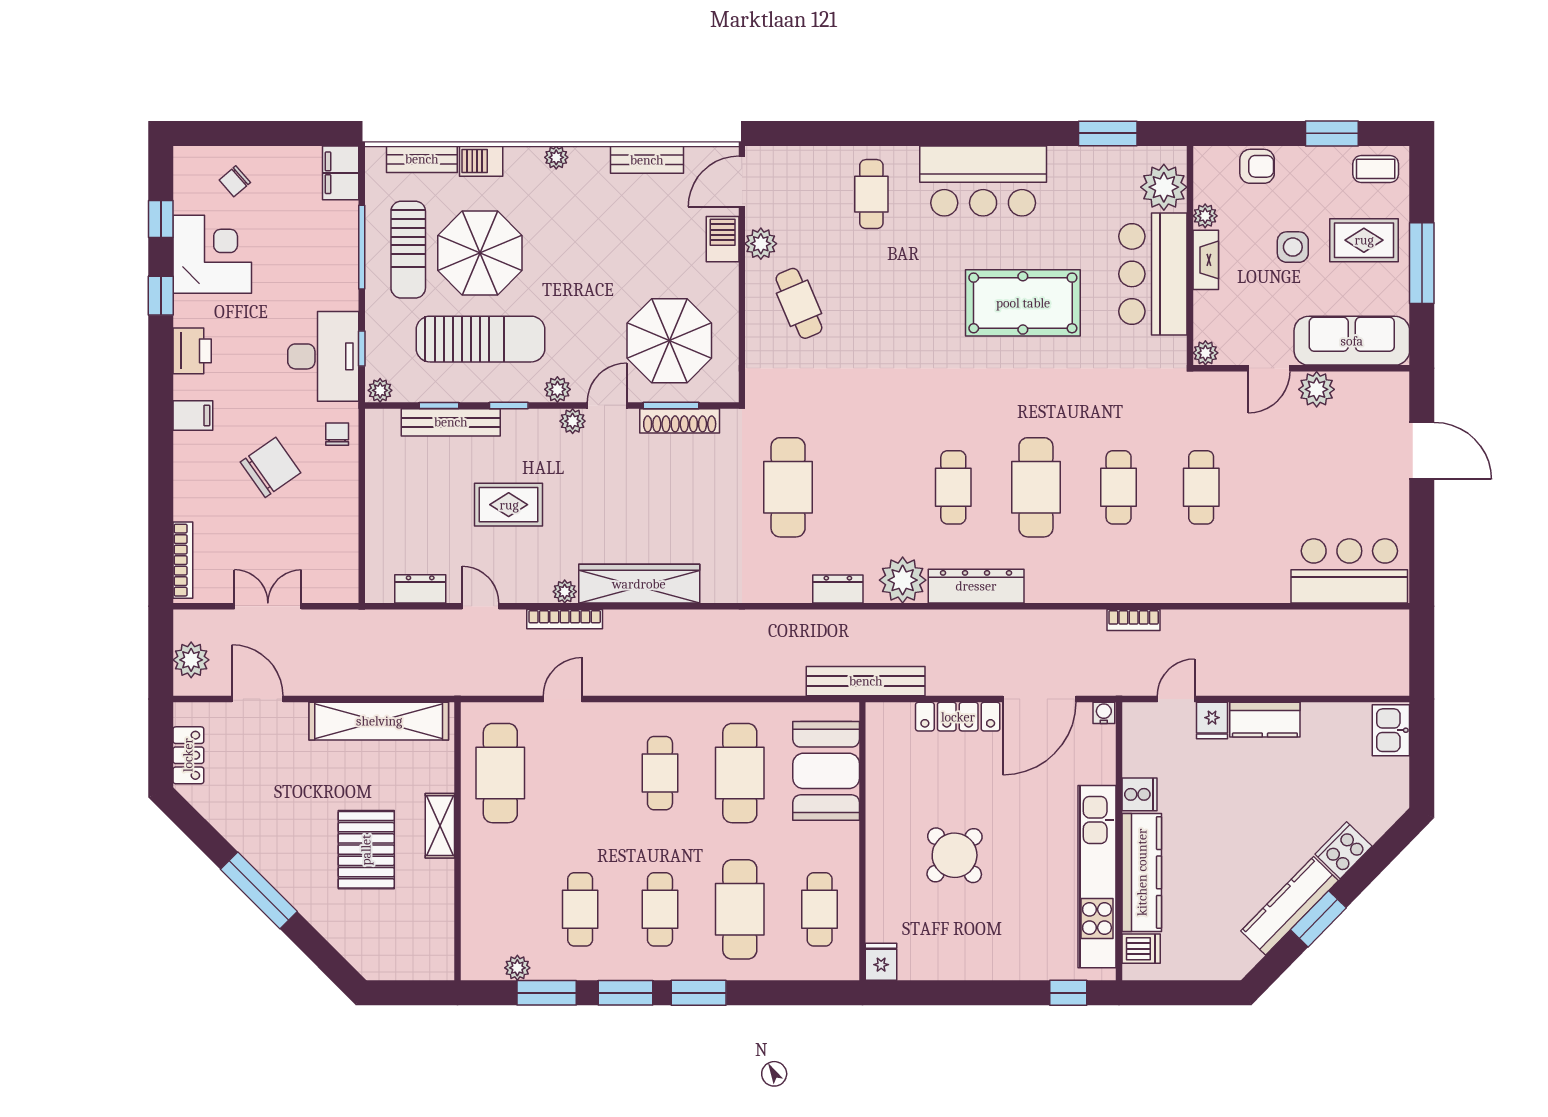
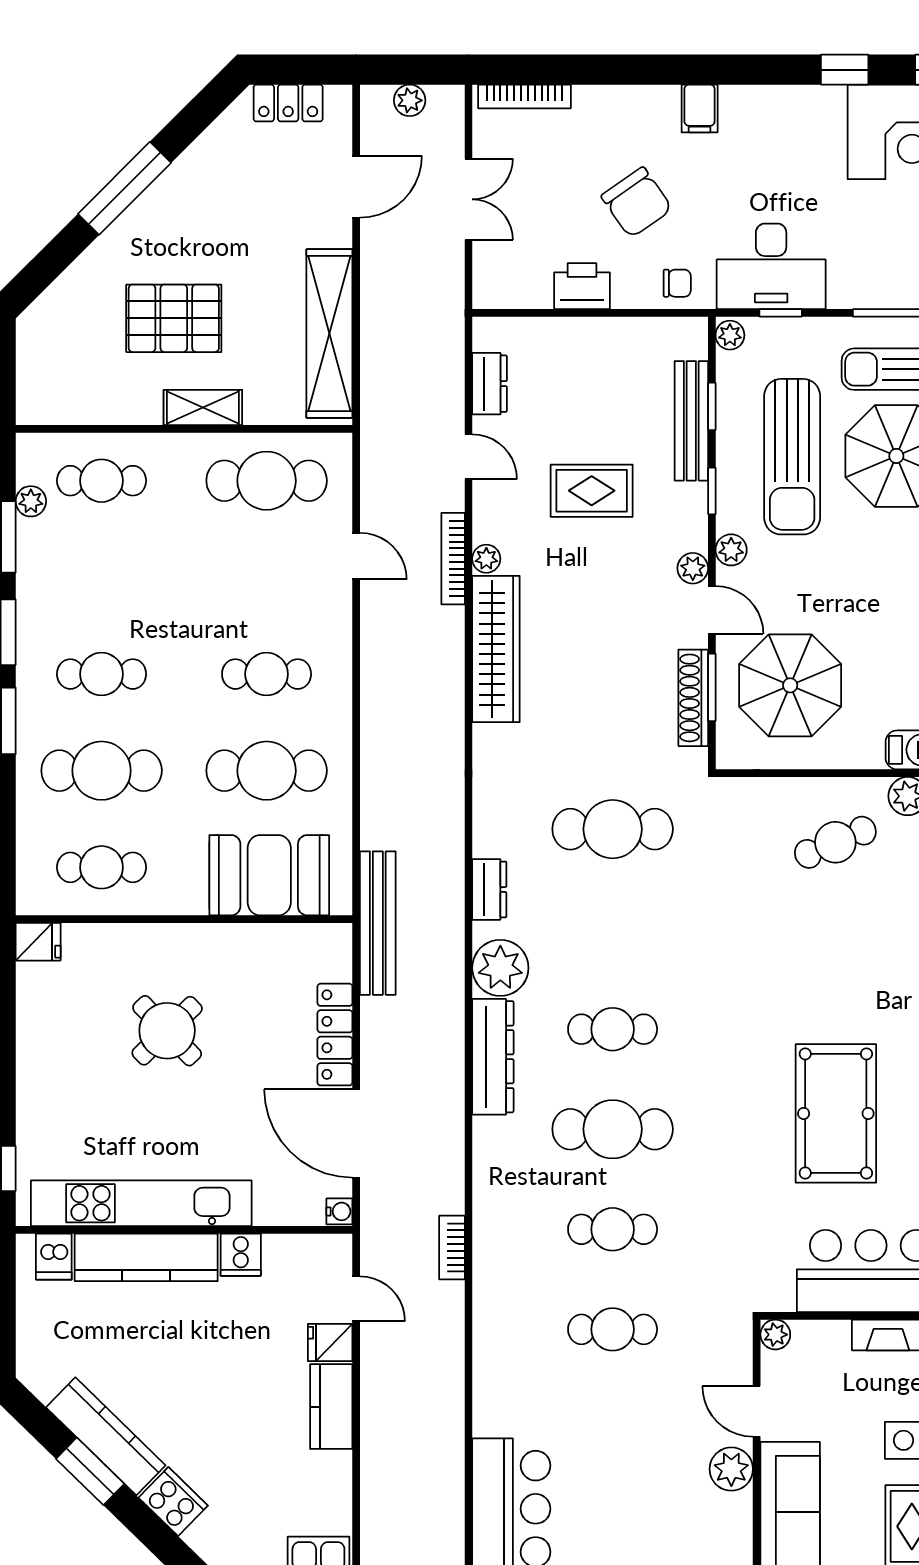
printer: (192, 351) -> (582, 286), moved, turned 180
rug: (509, 505) -> (592, 491), turned 90
door: (480, 606) -> (468, 457), hinge flipped
plant: (191, 660) -> (410, 100), width x0.73, depth x0.73
cafe table: (580, 909) -> (102, 481), moved

